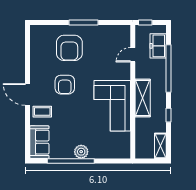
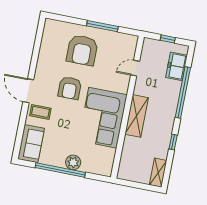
door: (133, 55) -> (135, 68), moved
wall: (133, 92) -> (127, 107), moved
shelving: (143, 98) -> (137, 116), moved
corner sofa: (112, 106) -> (103, 118), moved

